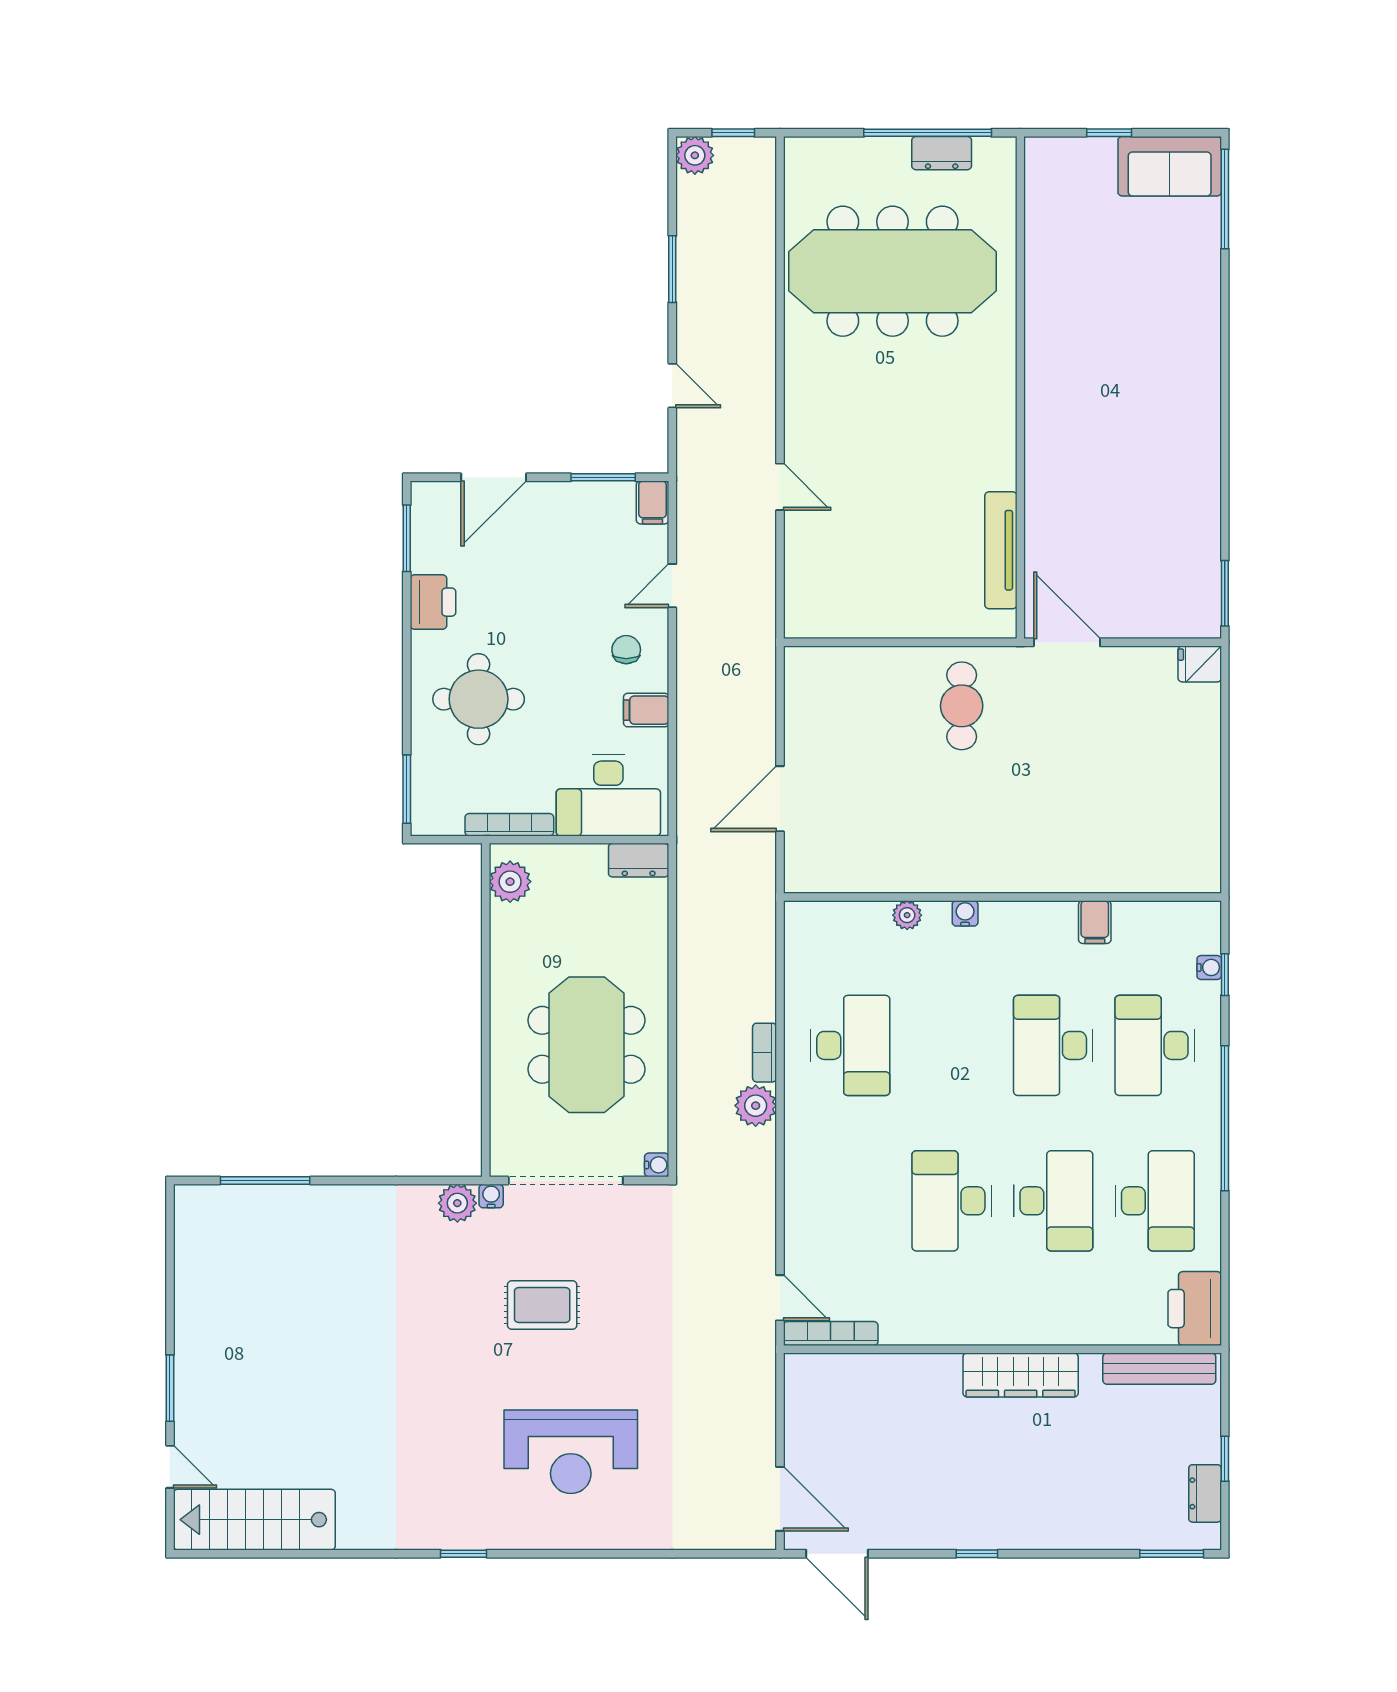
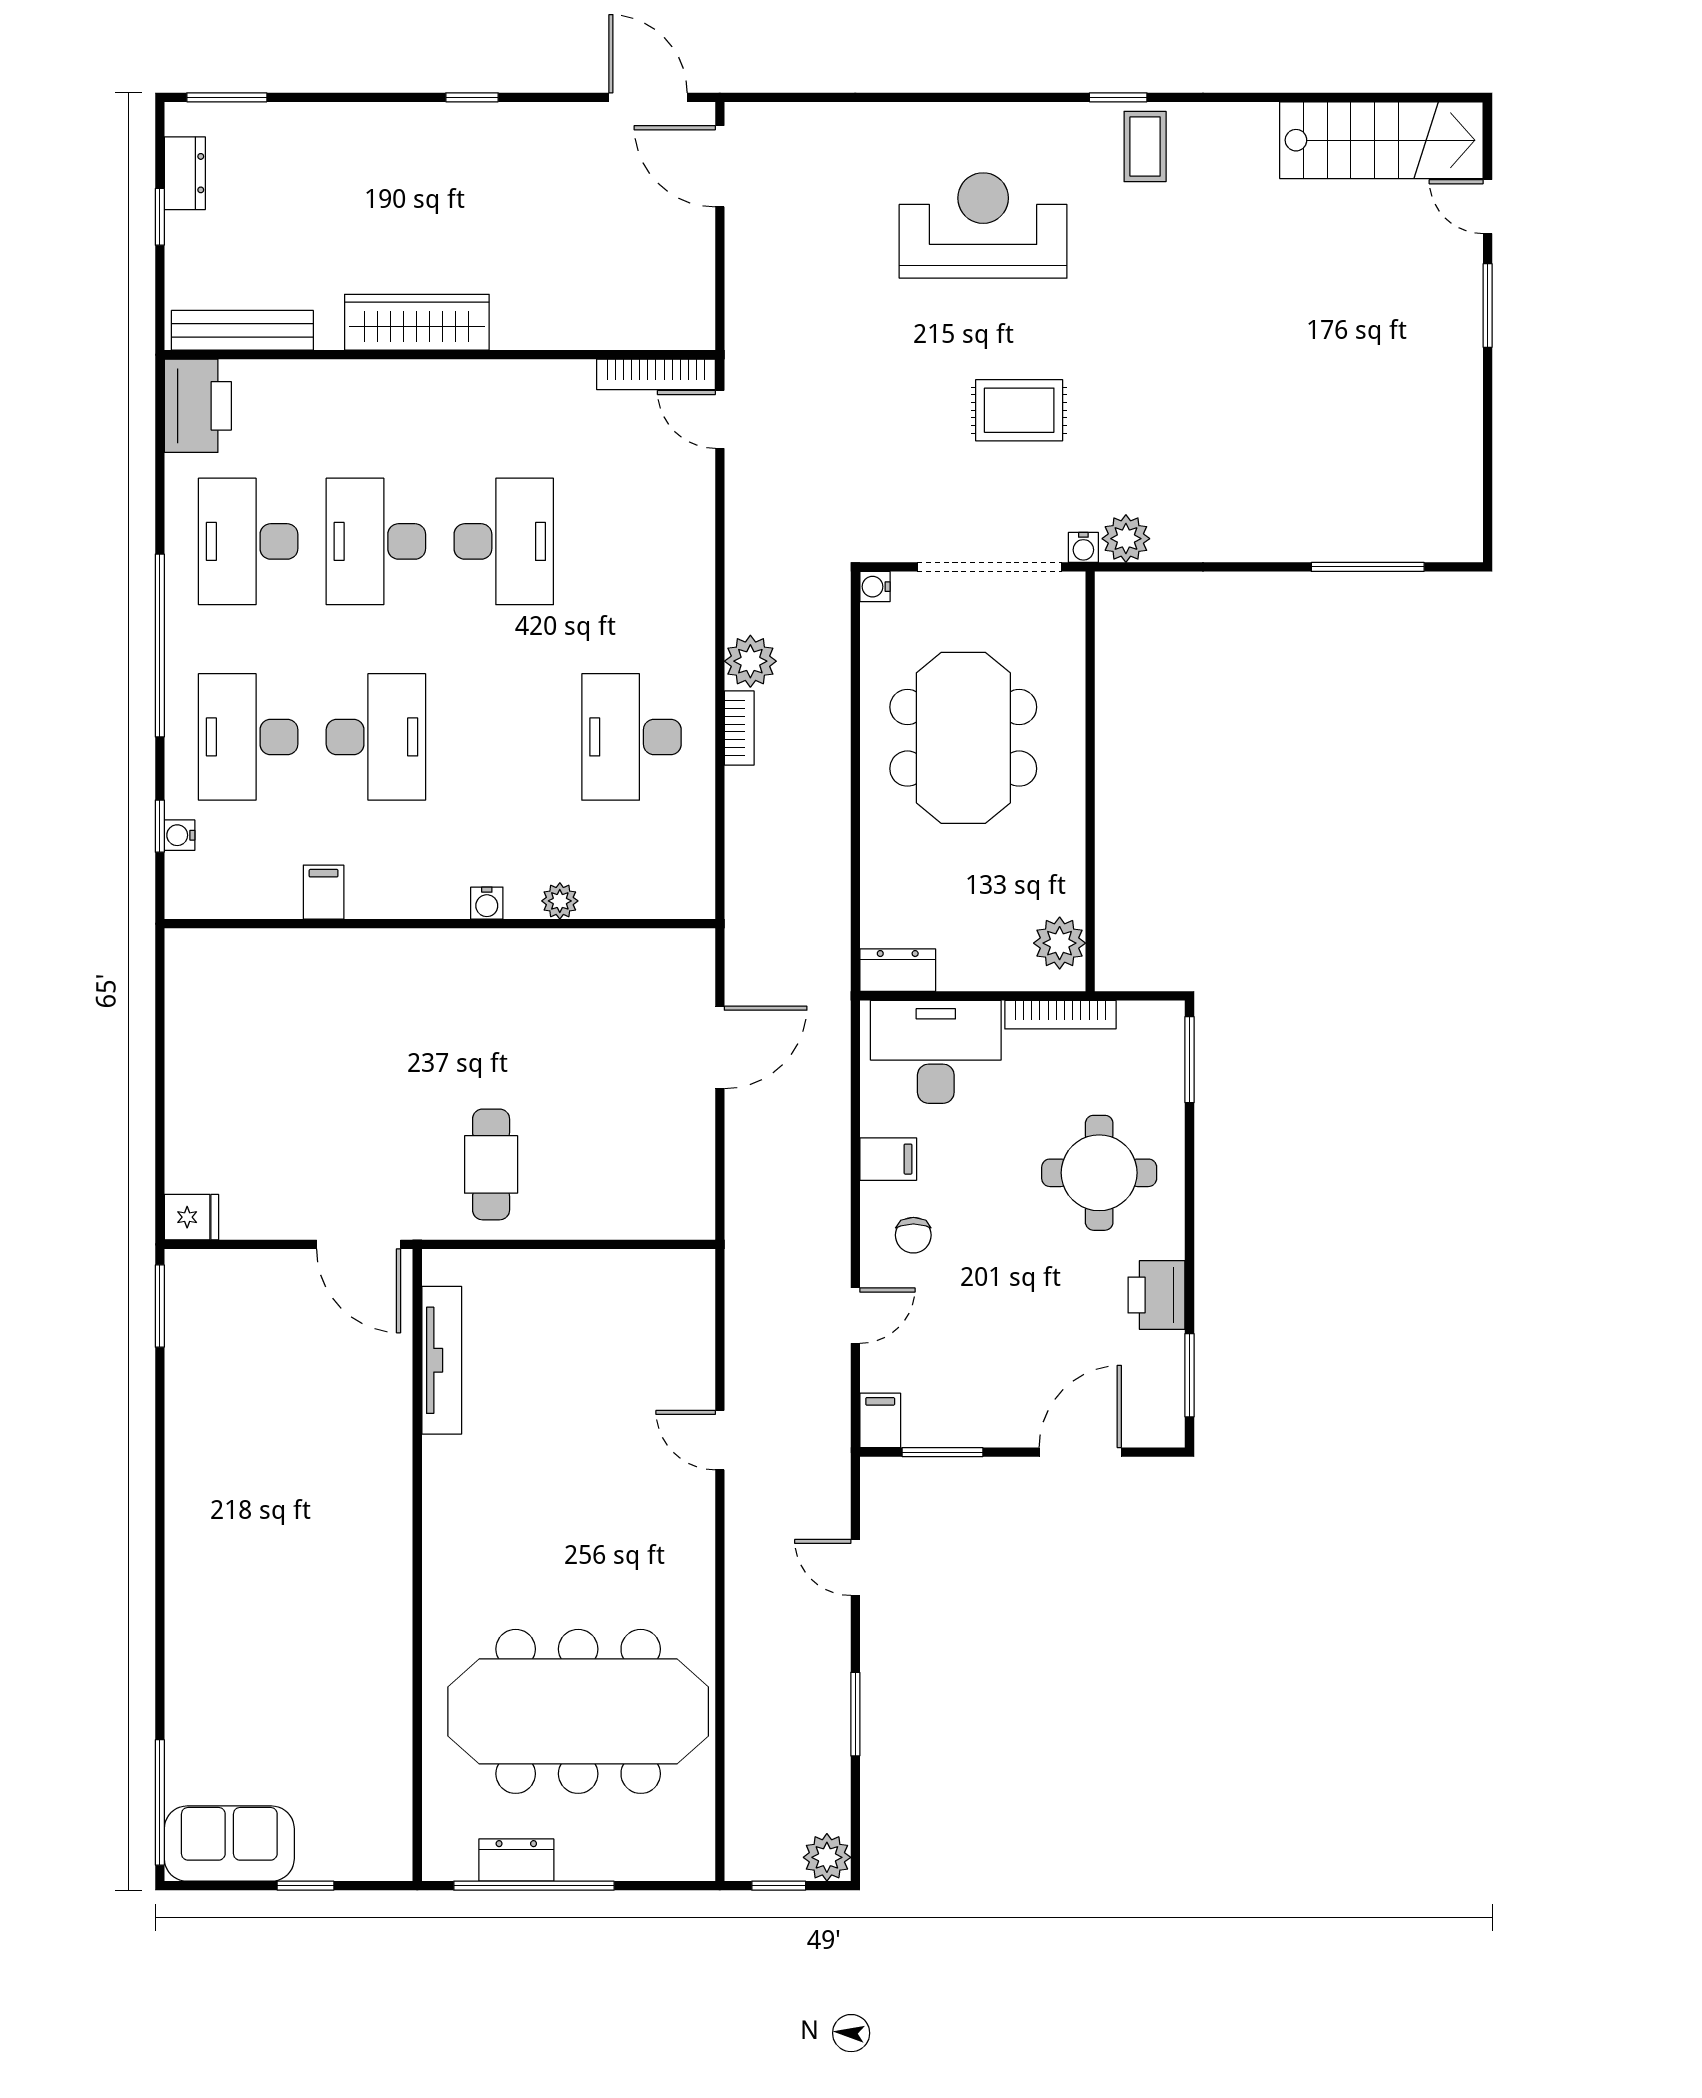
desk: (1155, 1045) -> (248, 737), turned 180
coffee table: (442, 1515) -> (1145, 146), added

